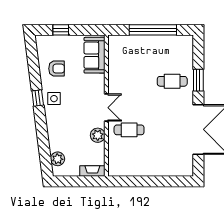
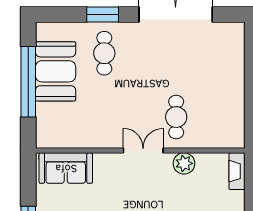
booth: (160, 48) -> (56, 71), added

